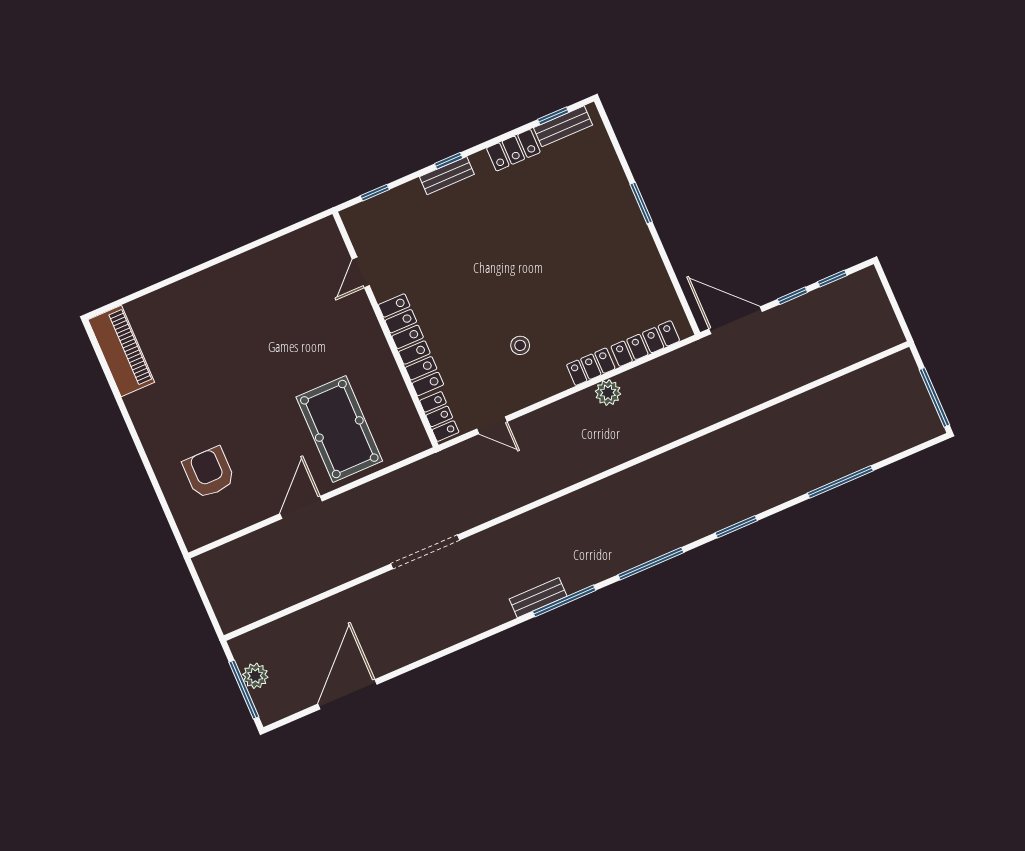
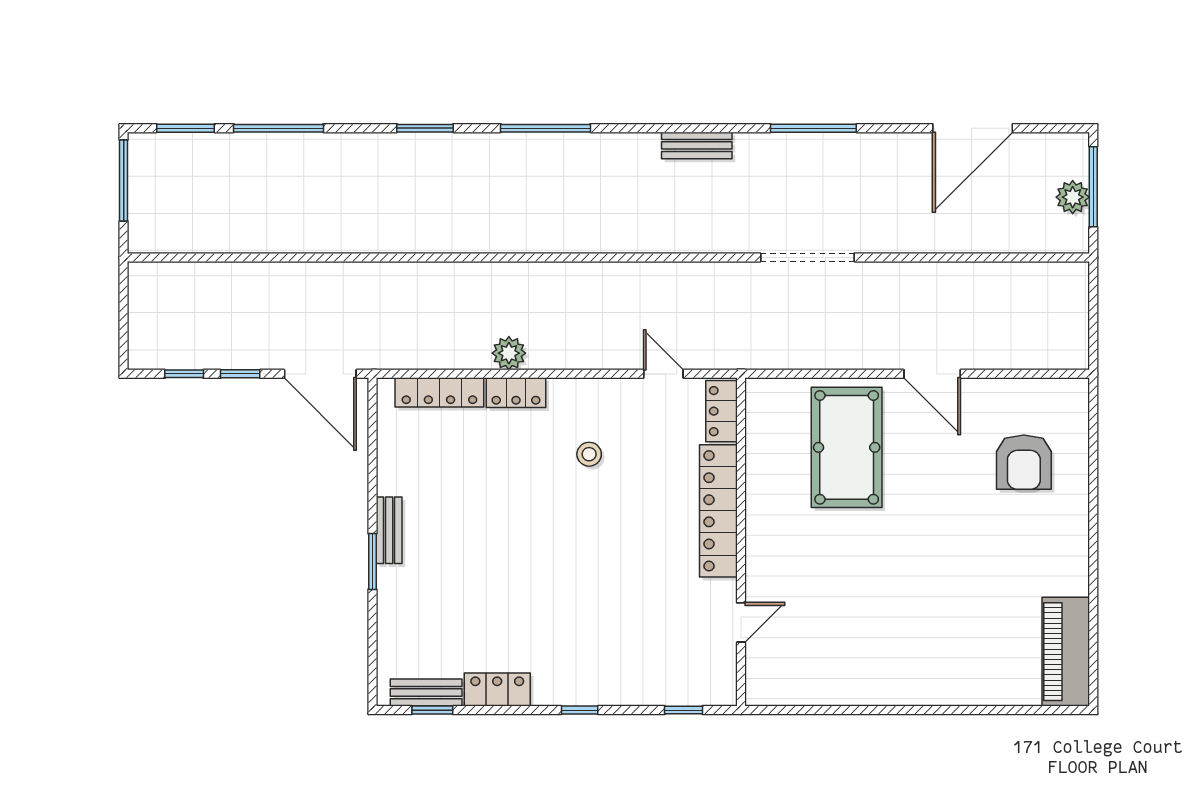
bench: (447, 176) -> (389, 530), moved, turned 90
window: (906, 453) -> (185, 128), added
door: (301, 507) -> (932, 374), hinge flipped
window: (564, 601) -> (813, 128), moved

